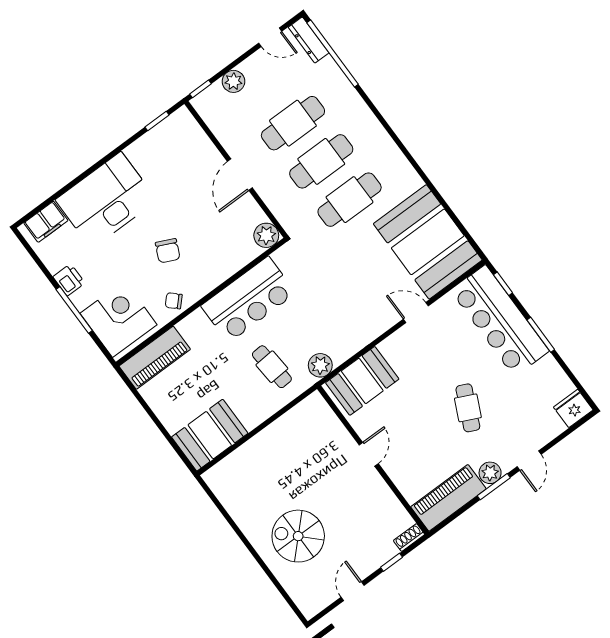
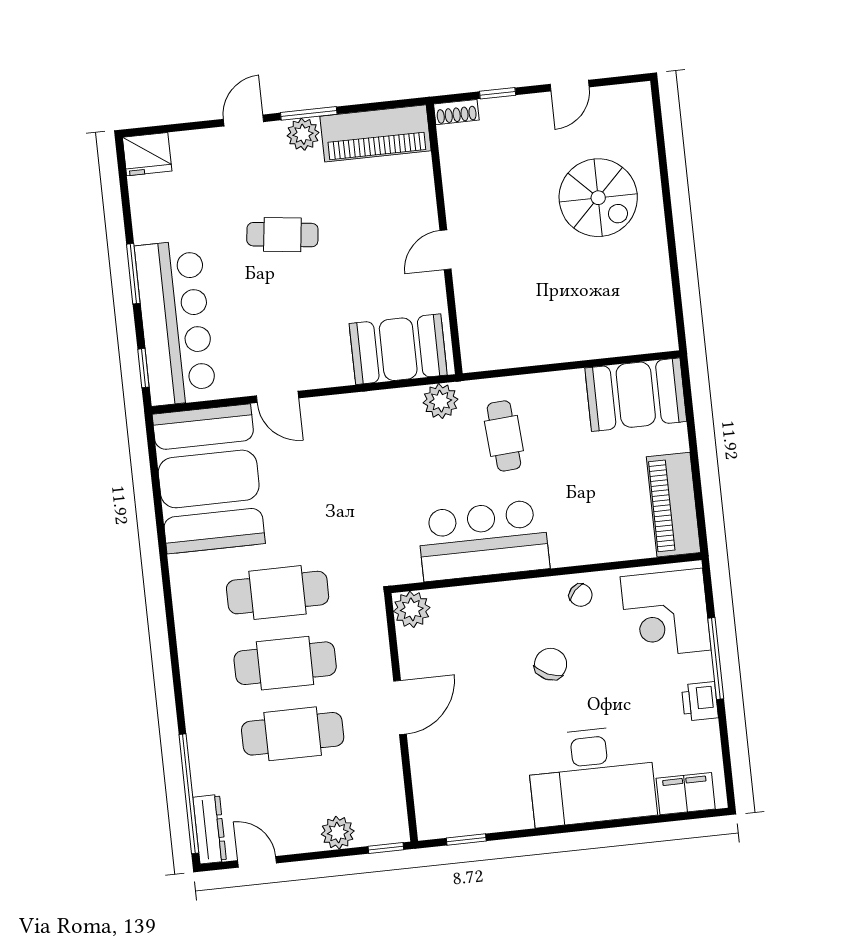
piano: (155, 358) -> (673, 505), moved, turned -90
cafe table: (468, 408) -> (282, 235), turned 72

